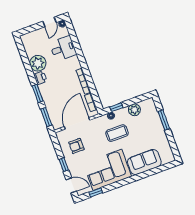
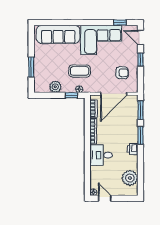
door: (50, 22) -> (105, 198), hinge flipped
desk: (63, 49) -> (101, 155), moved
plant: (38, 63) -> (130, 178), moved
sofa: (144, 162) -> (58, 34), width x1.36

